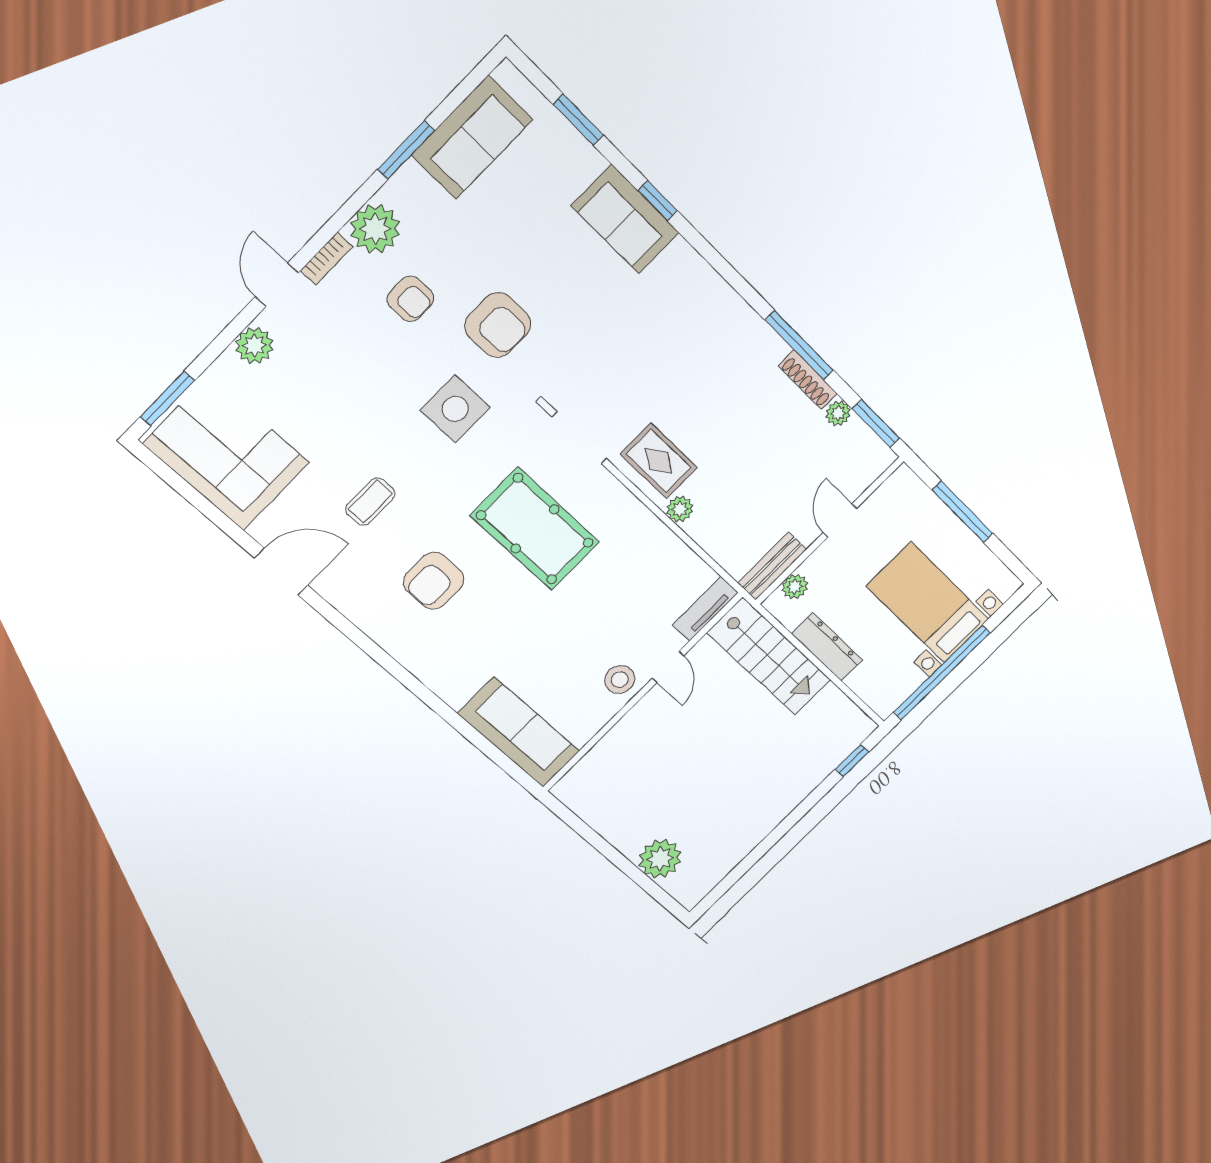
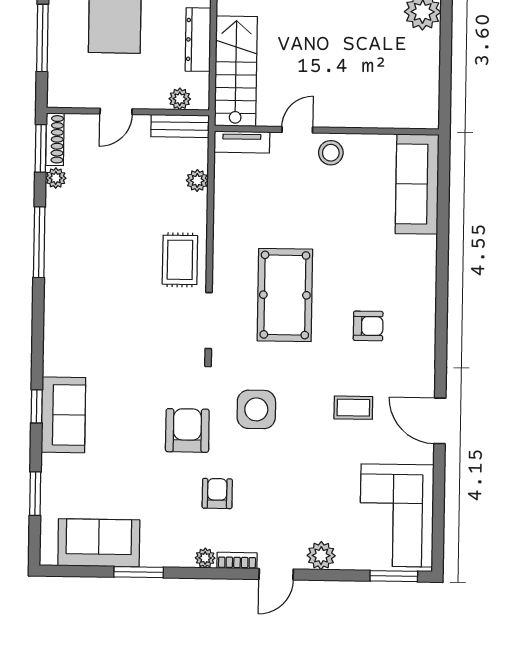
plant: (375, 229) -> (205, 558), width x0.53, depth x0.53
shoe rack: (808, 380) -> (55, 139), moved
plant: (680, 509) -> (197, 180), moved
armchair: (434, 581) -> (368, 326), width x0.72, depth x0.72

